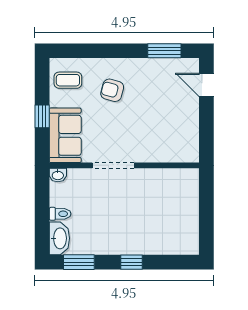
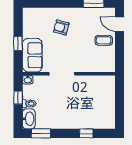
coffee table: (68, 80) -> (104, 40), moved
window: (42, 204) -> (18, 98), added
window: (132, 262) -> (86, 133), moved

